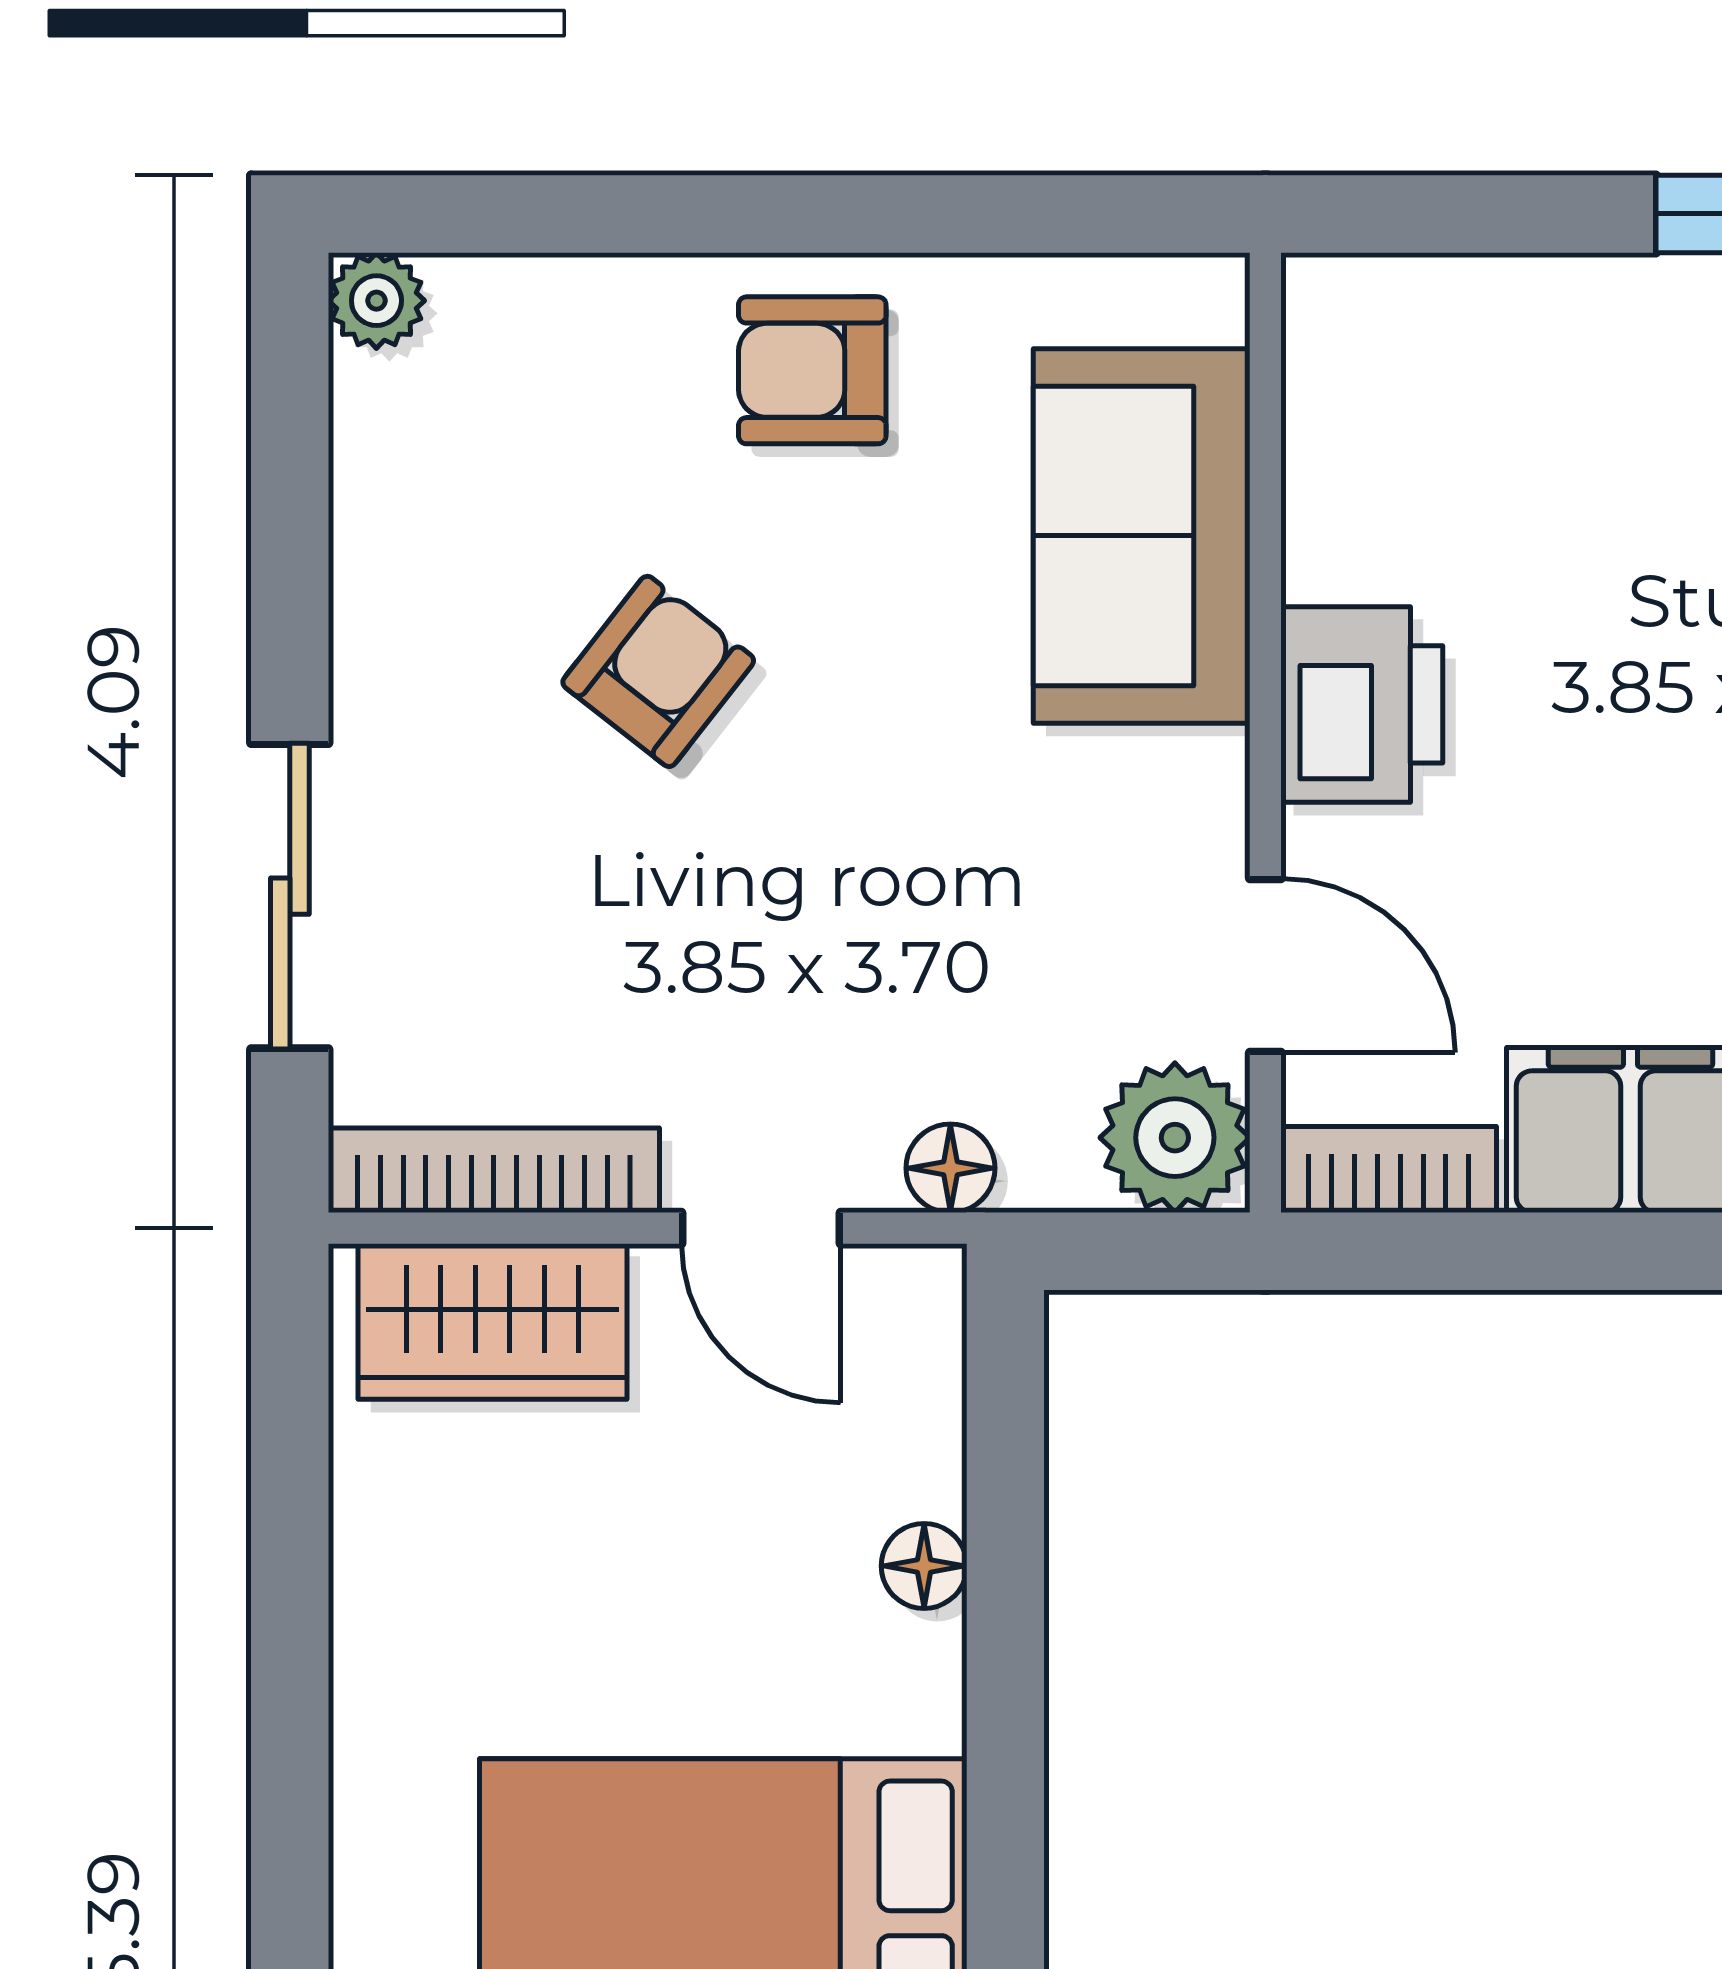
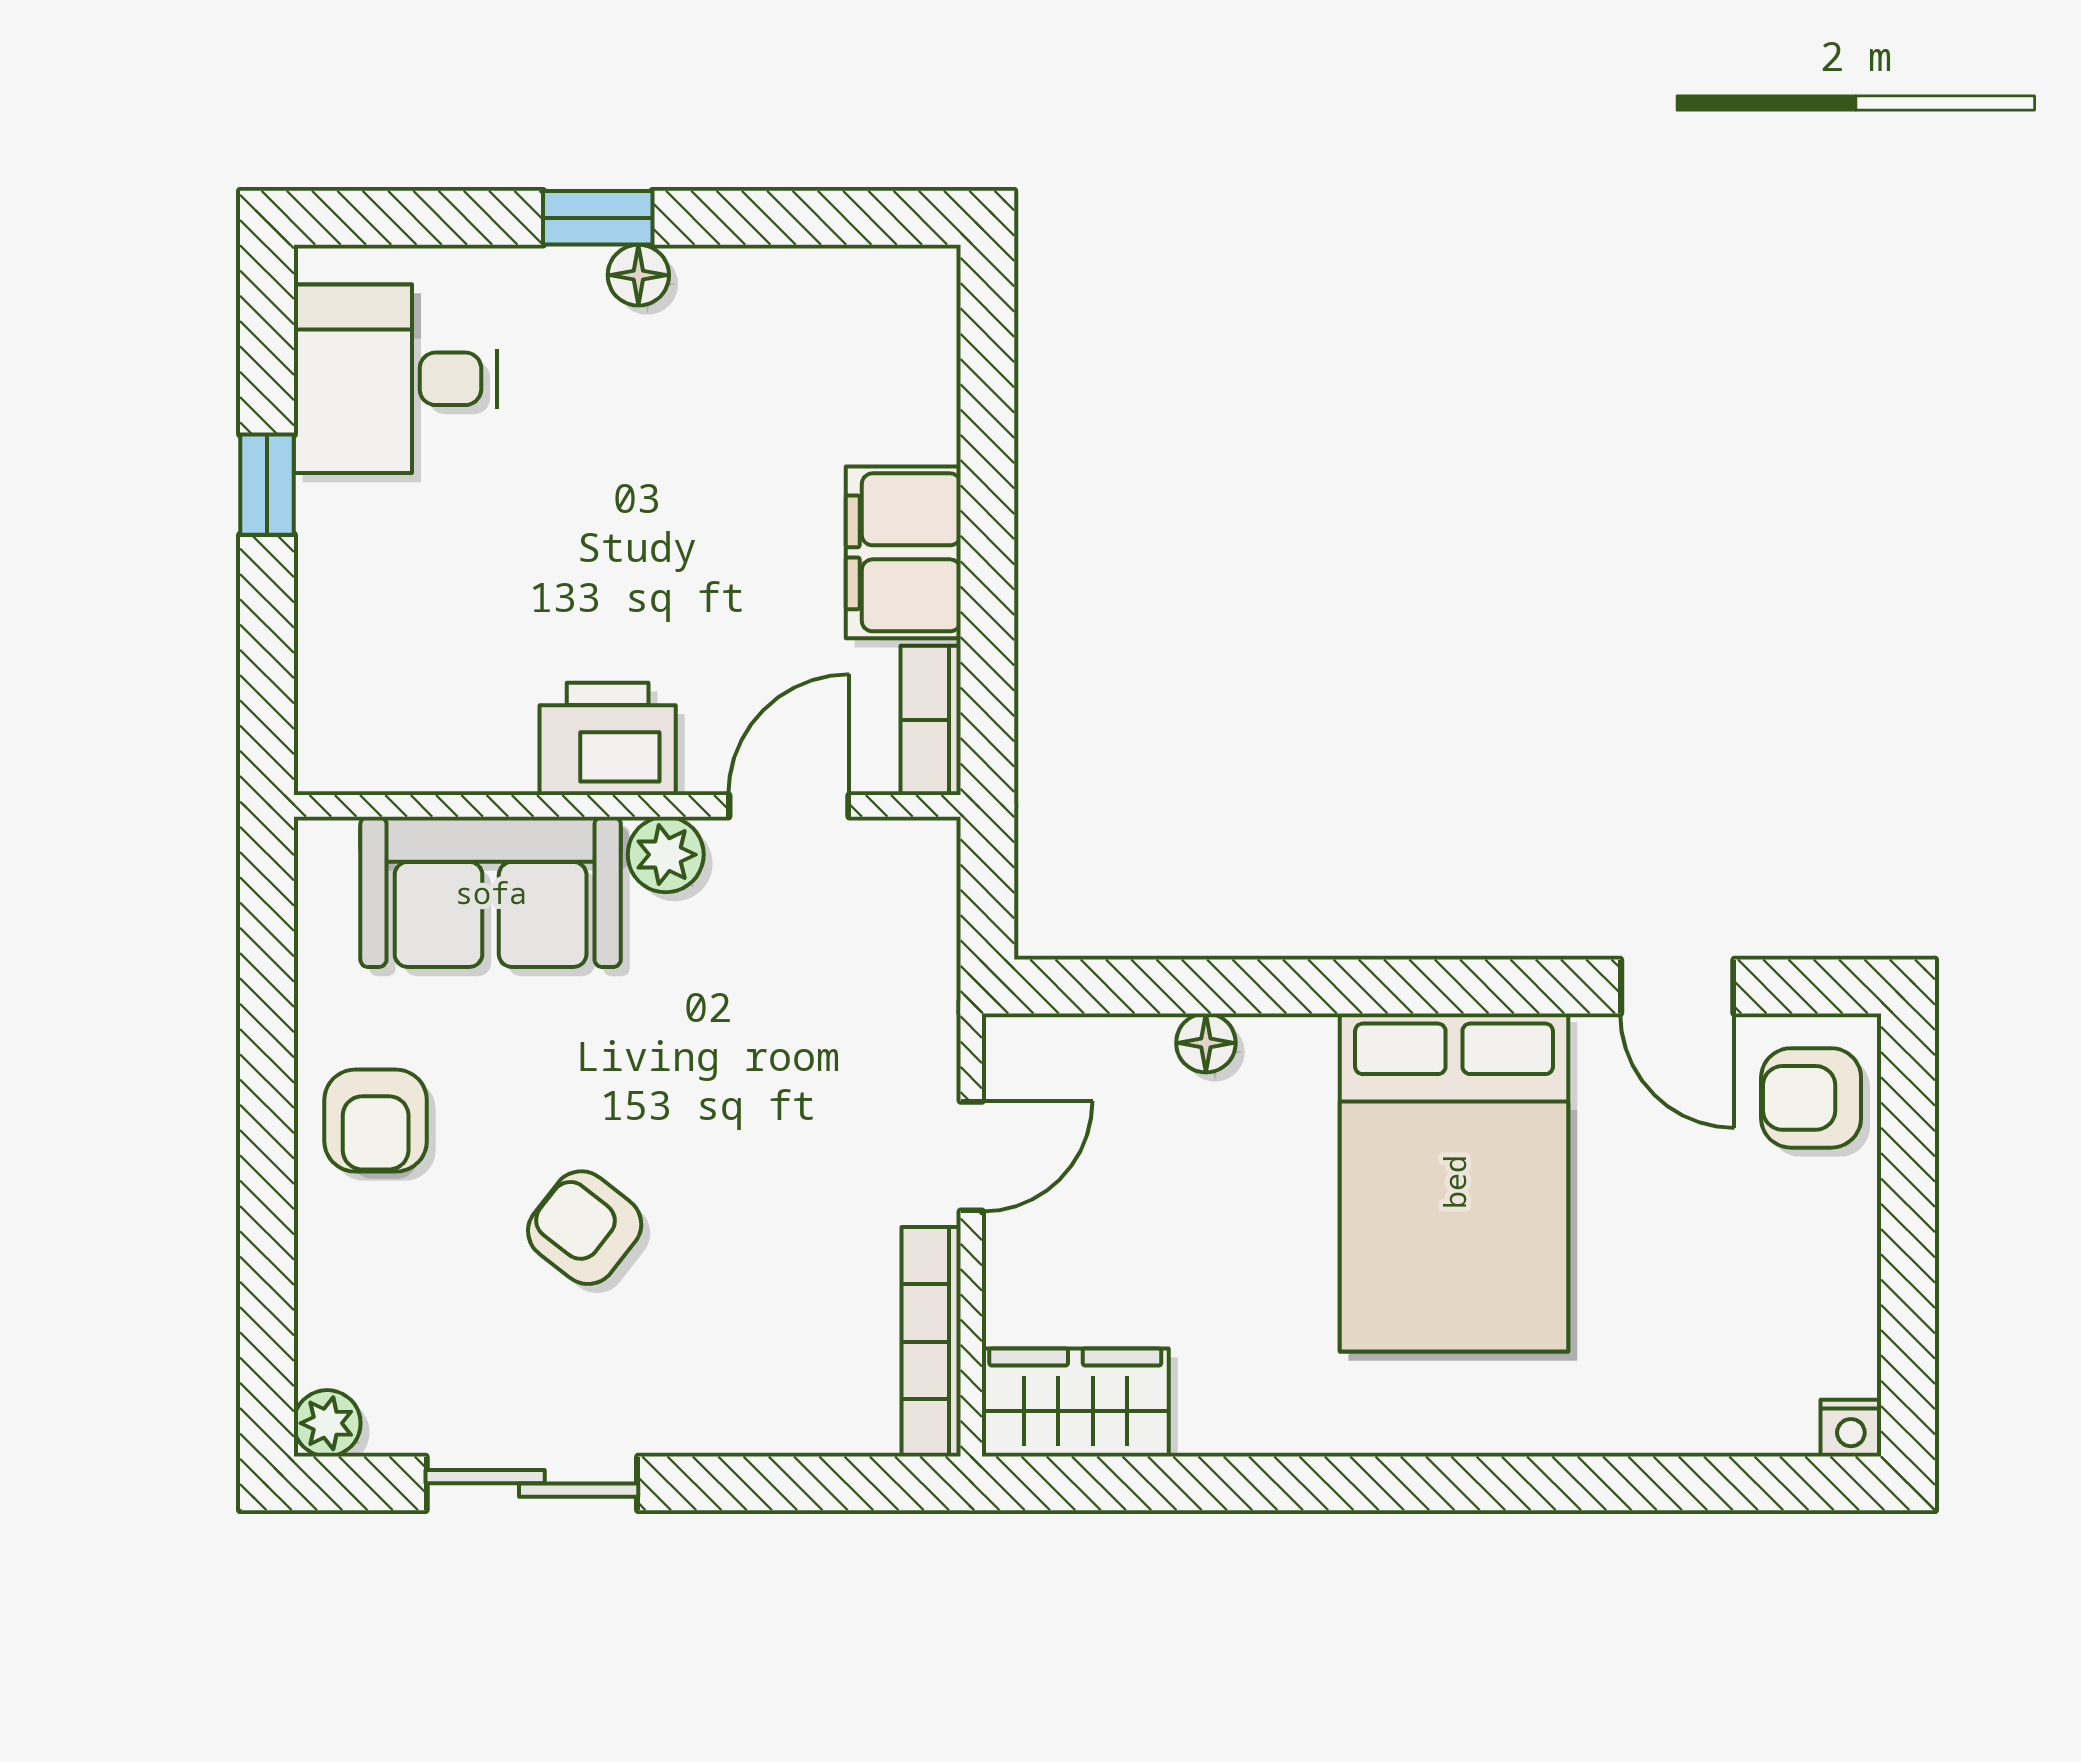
sliding door: (290, 896) -> (532, 1483), moved
plant: (1175, 1138) -> (666, 855), moved, width x0.73, depth x0.73
floor lamp: (950, 1168) -> (930, 1025), removed
wardrobe: (493, 1321) -> (1075, 1402), moved, turned -90

